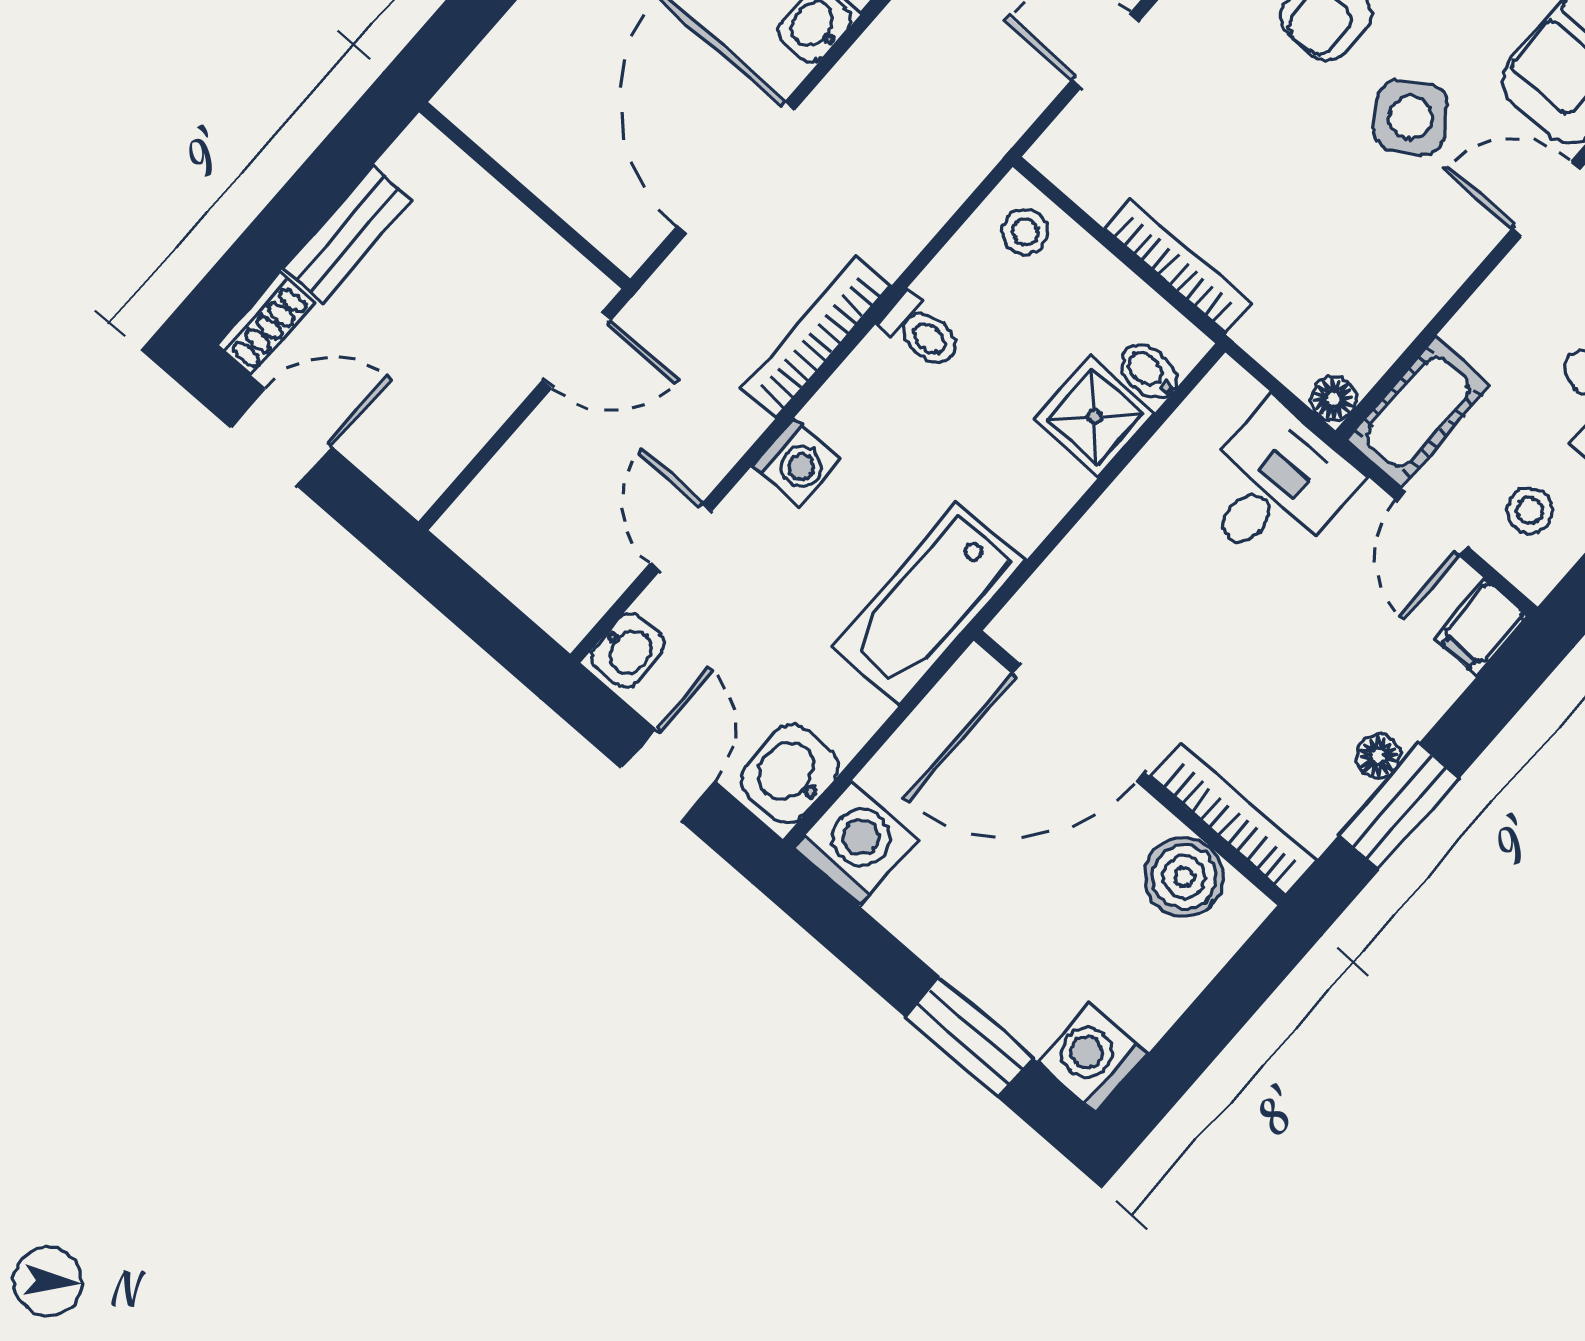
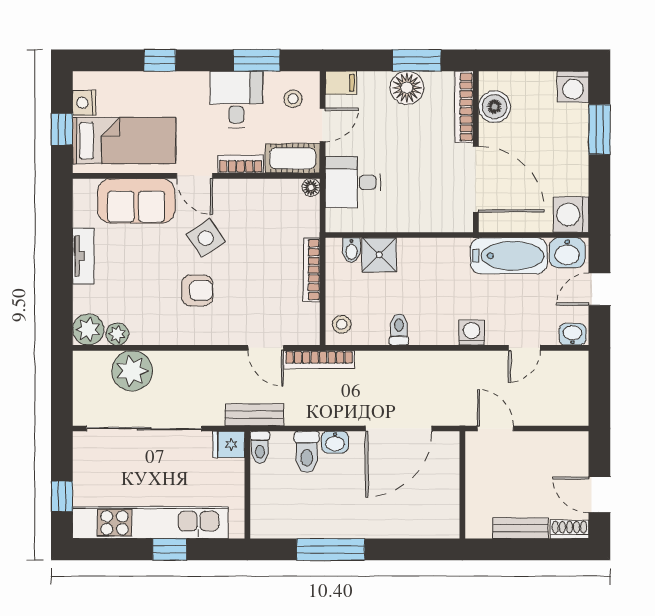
bookcase: (1493, 305) -> (241, 164), added
bookcase: (816, 338) -> (319, 360), moved
bathtub: (928, 604) -> (509, 256), moved
floor lamp: (1378, 756) -> (407, 88), width x1.89, depth x1.89

